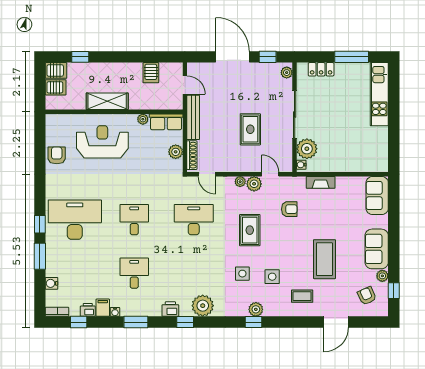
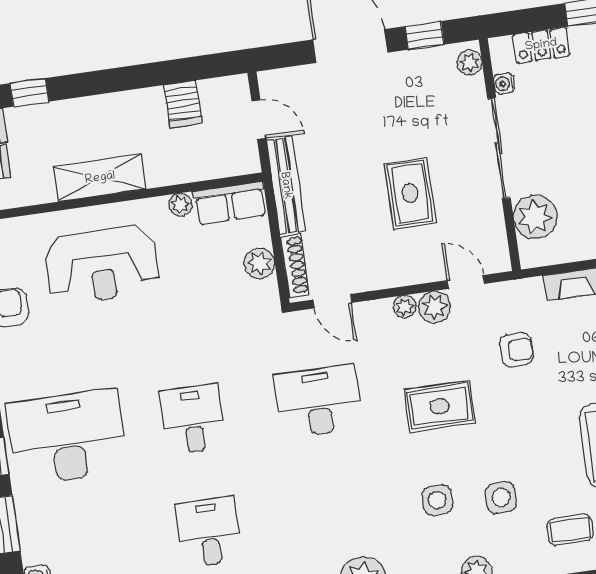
reception desk: (102, 142) -> (102, 265), turned 180
water cooler: (301, 165) -> (504, 83), moved
rug: (250, 230) -> (440, 406), turned 90

